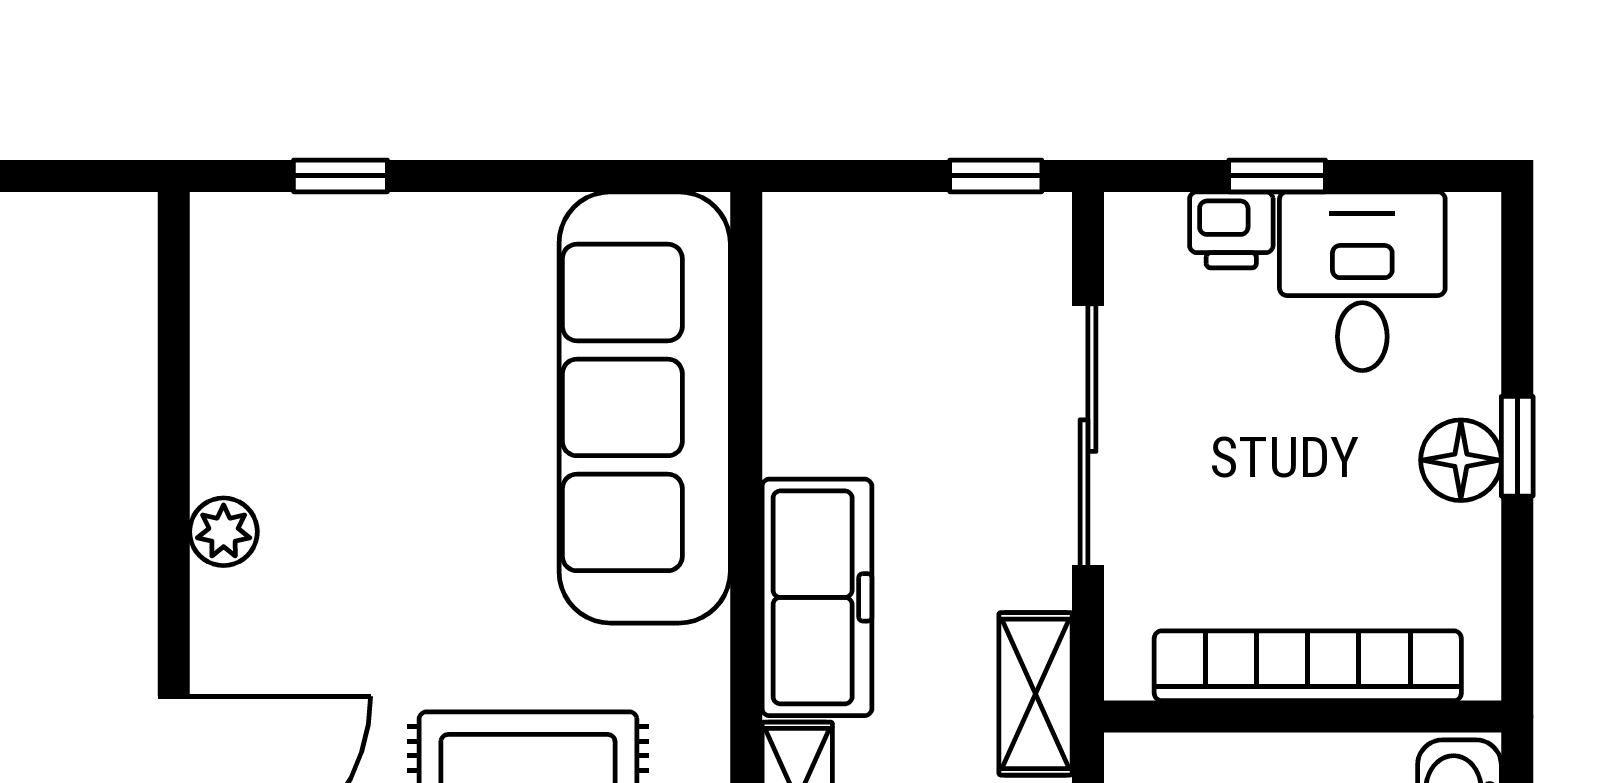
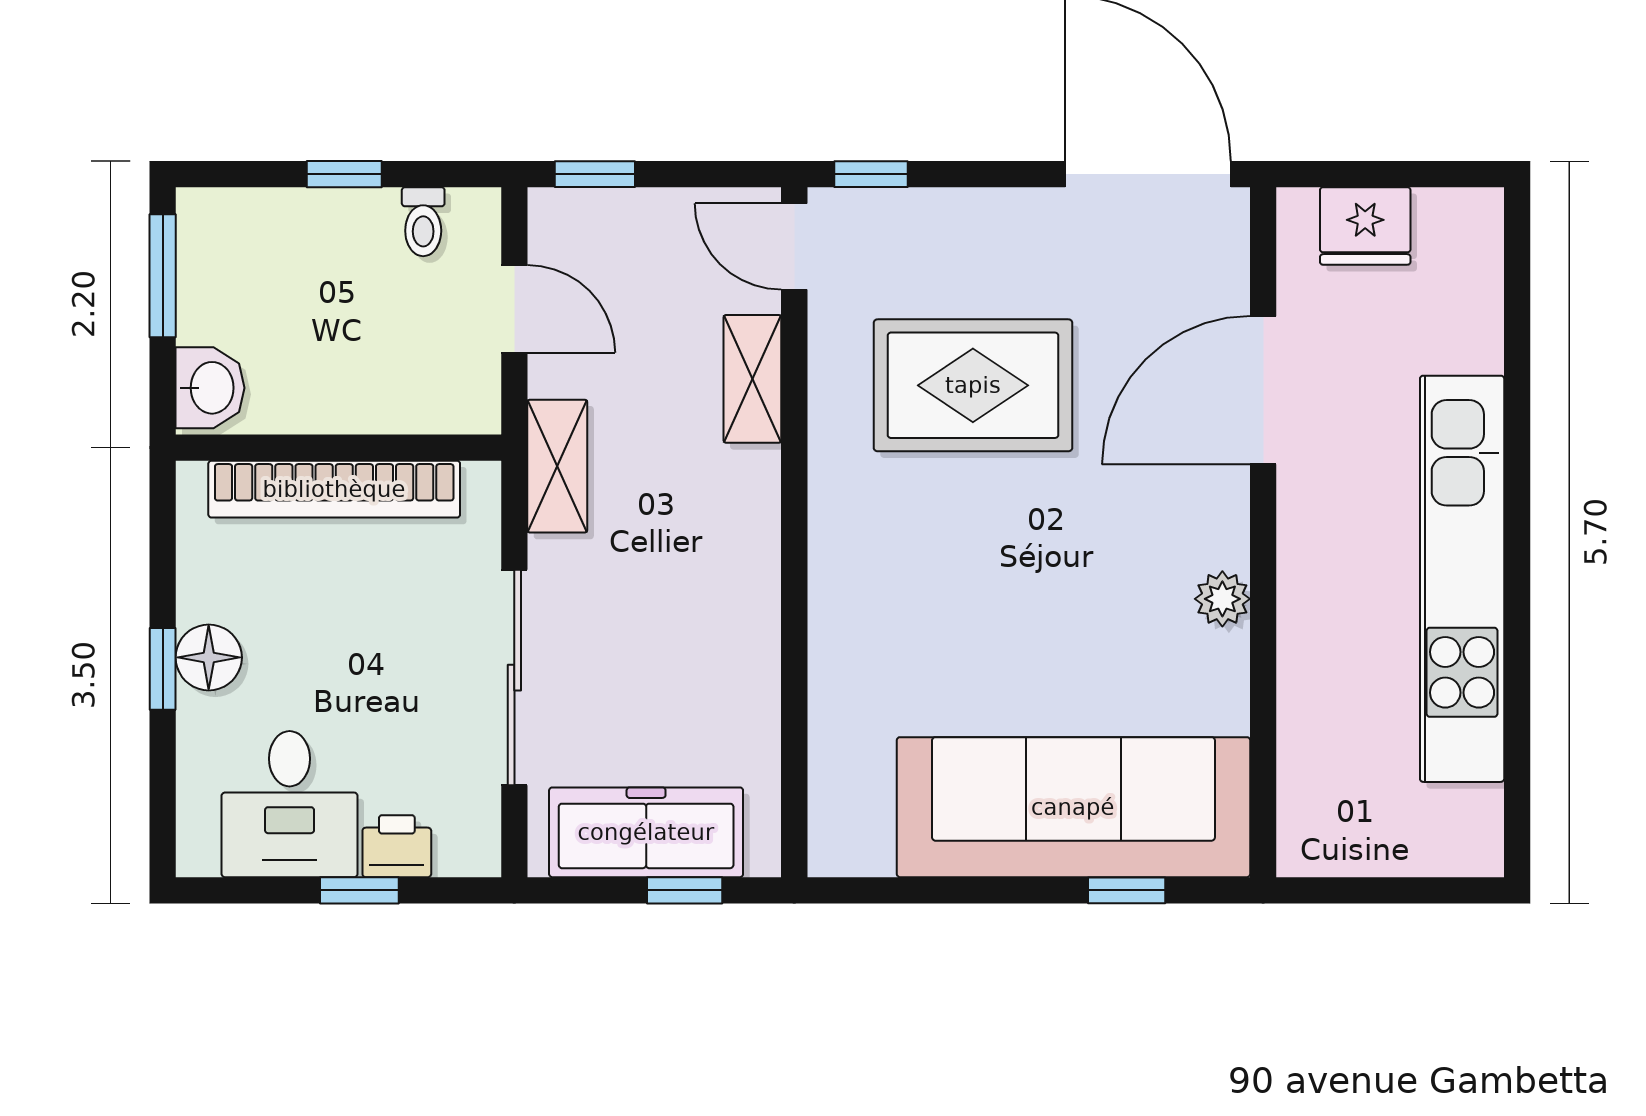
window: (996, 176) -> (685, 890), moved
sofa: (645, 407) -> (1073, 807), moved, turned -90
freezer: (817, 597) -> (646, 832), moved, turned 90

